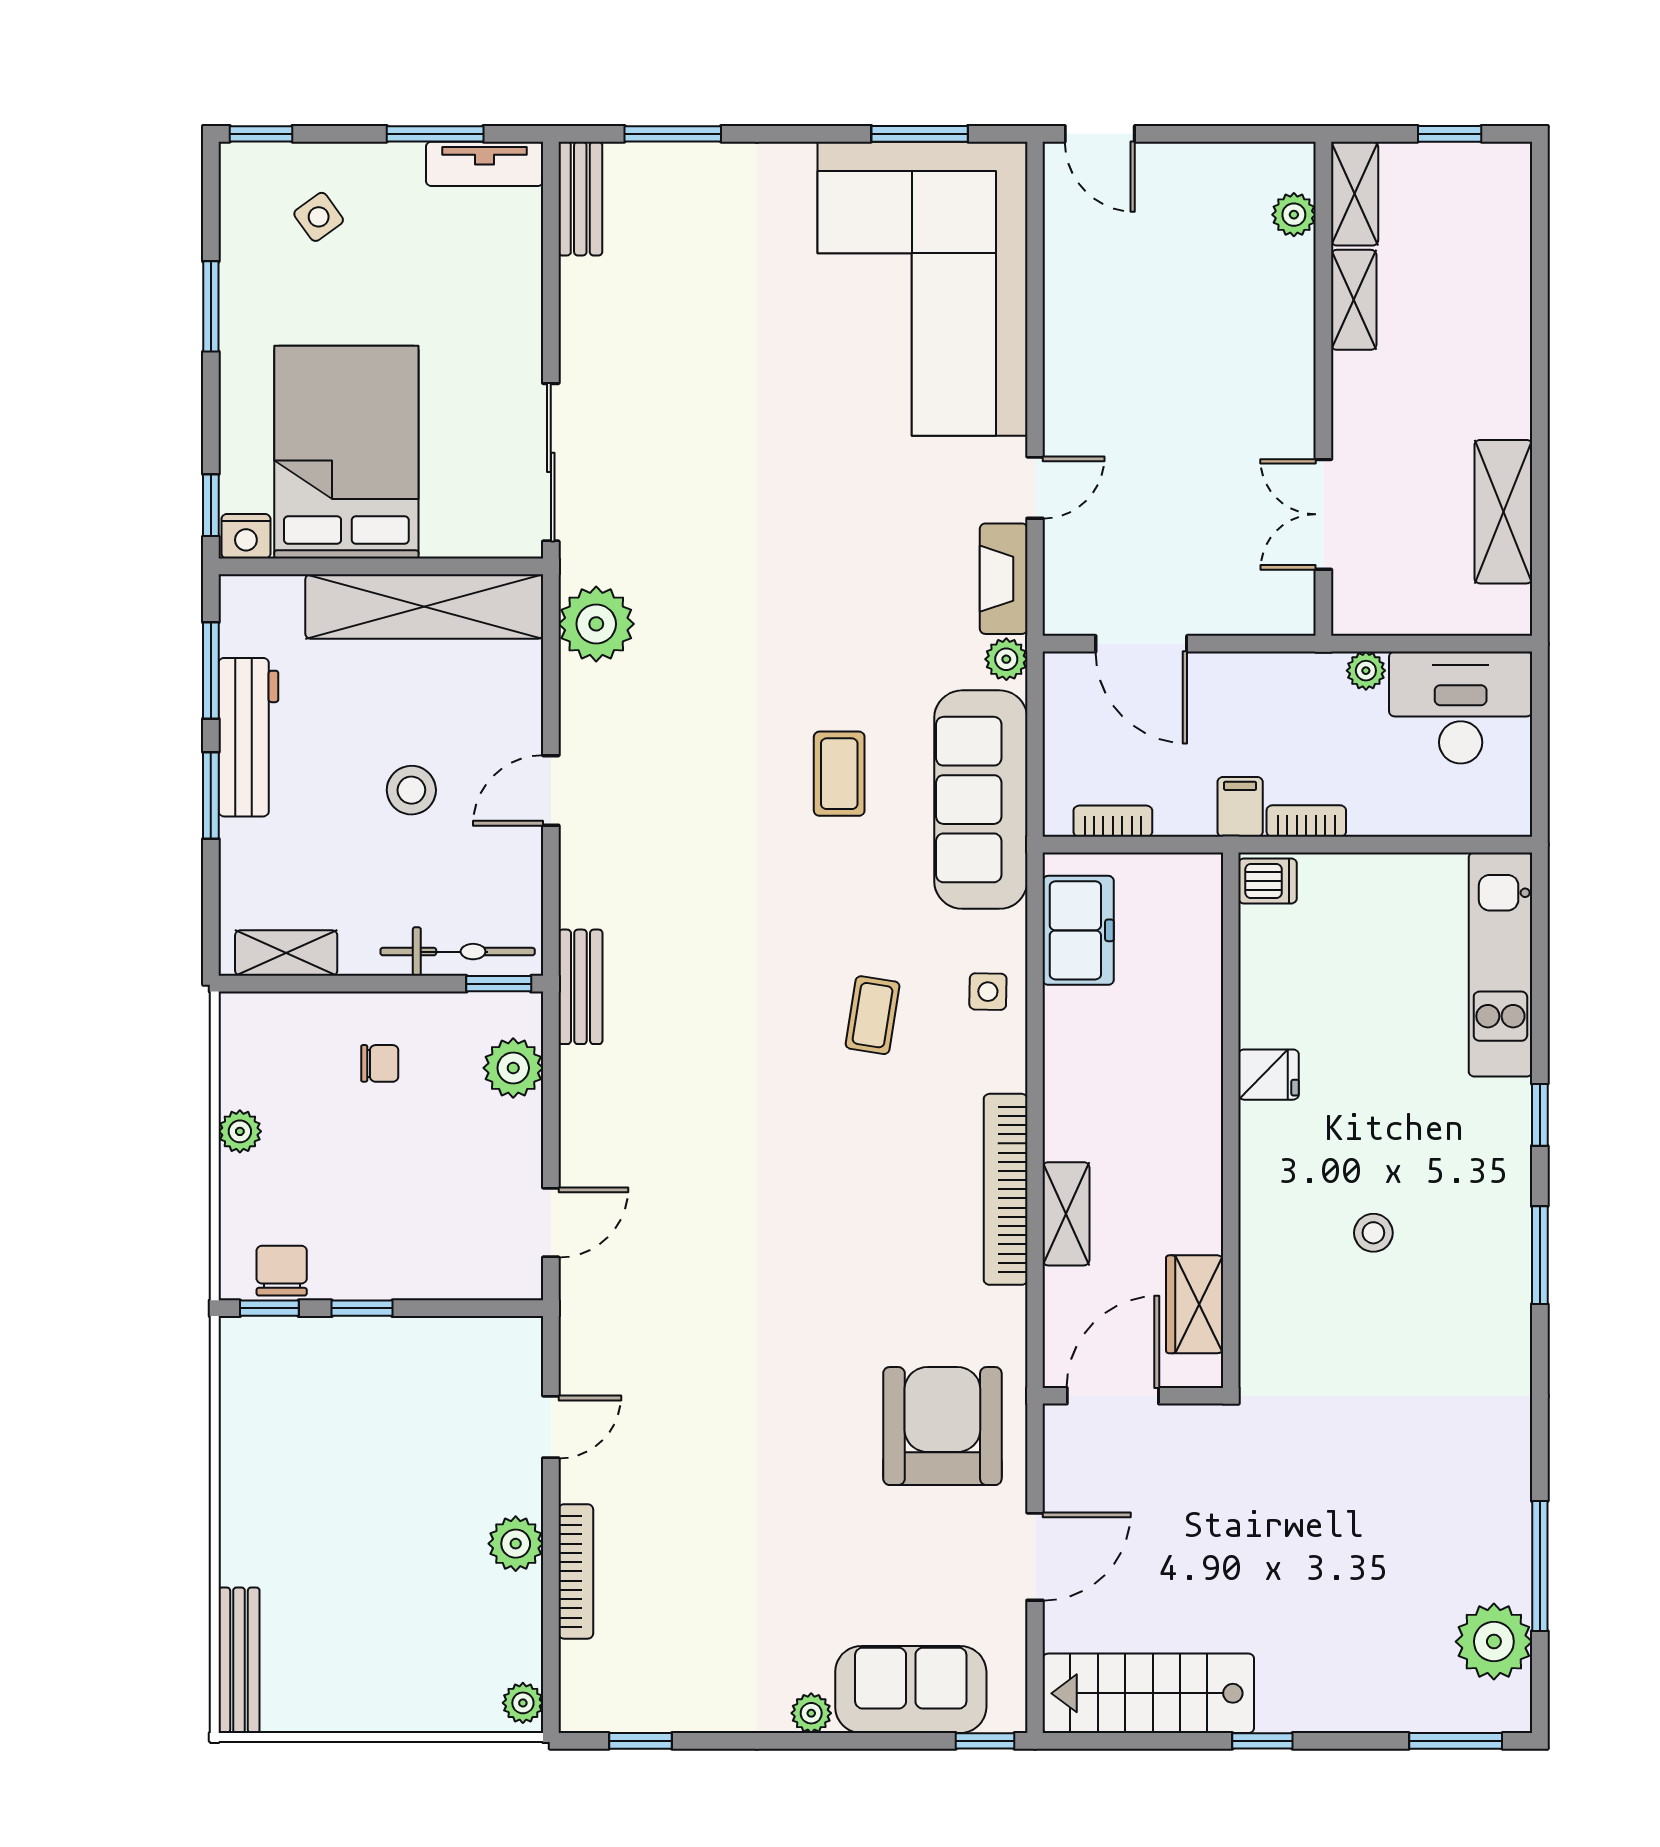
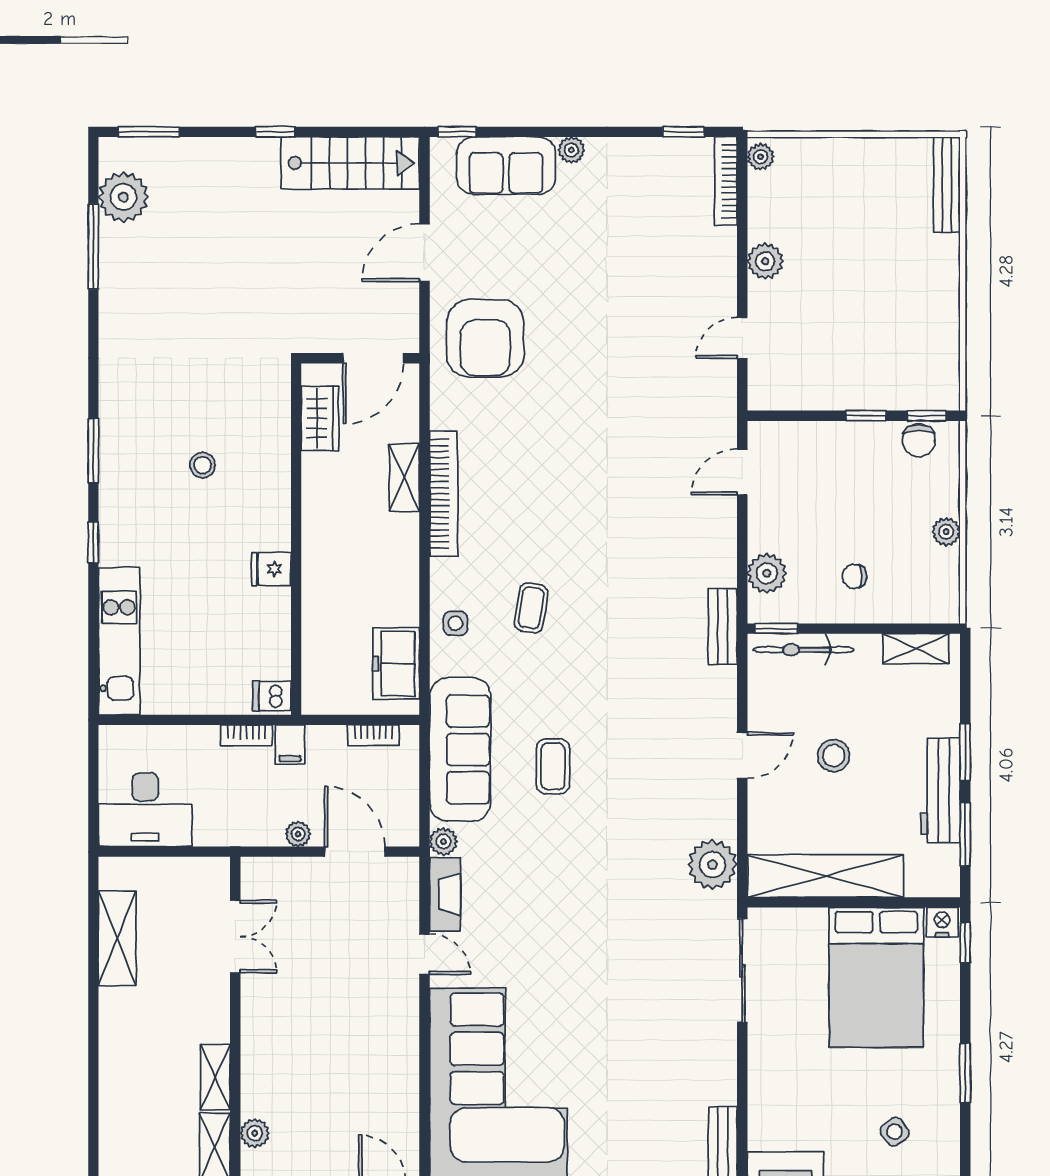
door: (1035, 488) -> (425, 954), swing flipped
plant: (1366, 671) -> (298, 834), moved
bookcase: (576, 1571) -> (726, 181), moved

